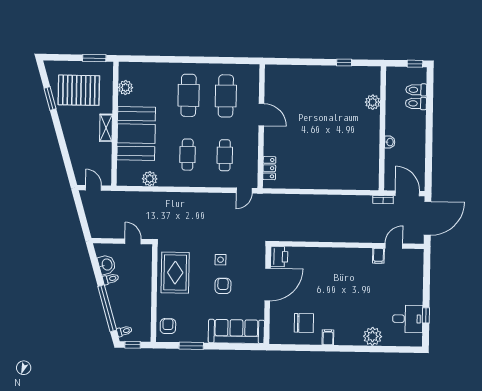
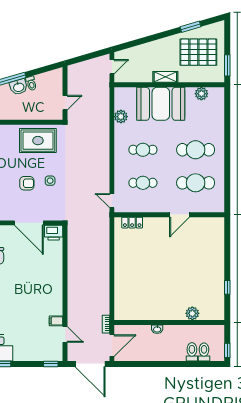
pallet: (79, 90) -> (198, 52), turned 90
window: (427, 262) -> (51, 364), added
washbasin: (107, 265) -> (19, 87), moved

